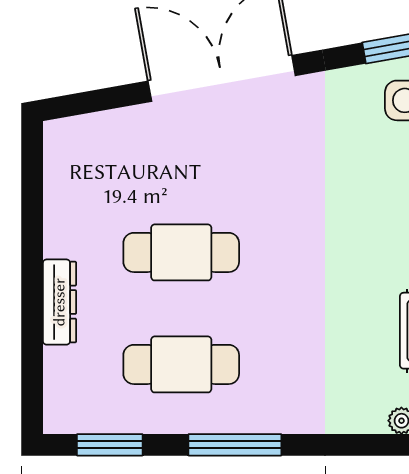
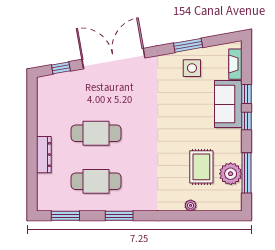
window: (99, 100) -> (61, 68), added
window: (235, 445) -> (119, 216), width x0.69

